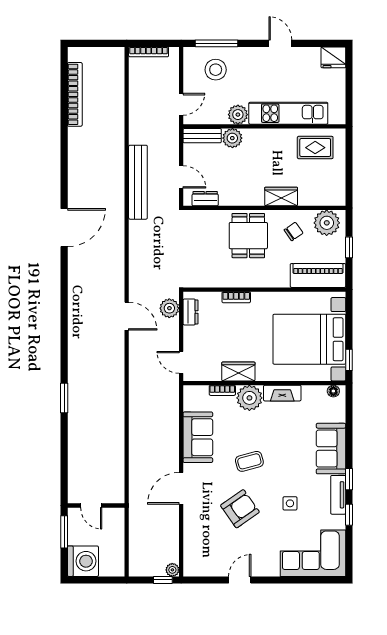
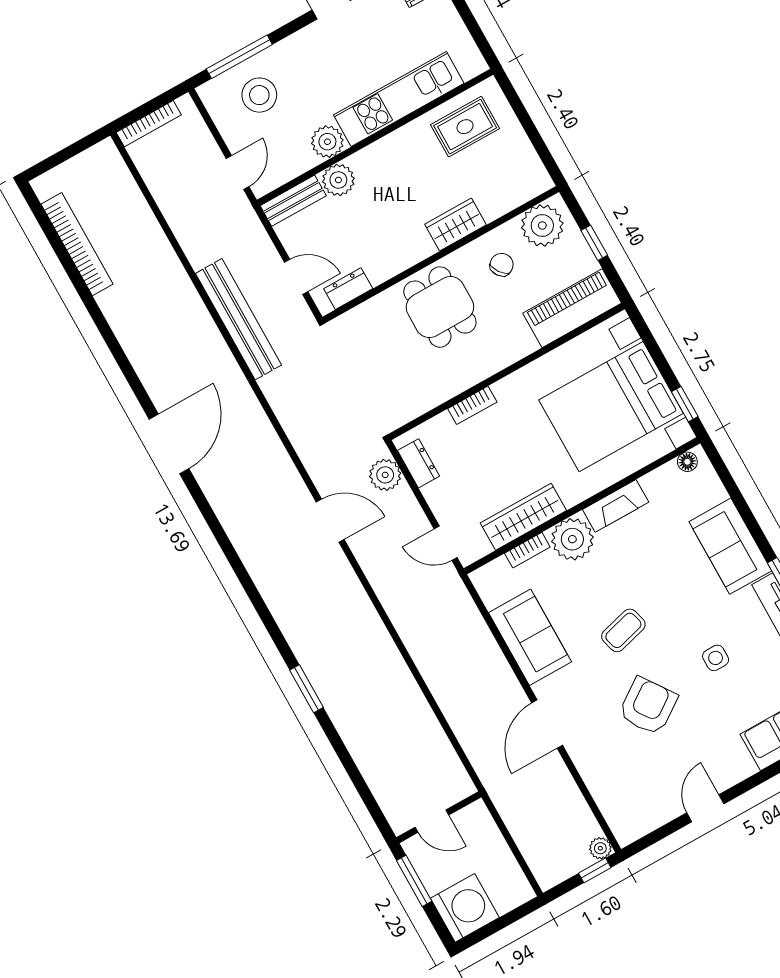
wardrobe: (238, 371) -> (523, 517), width x1.50

